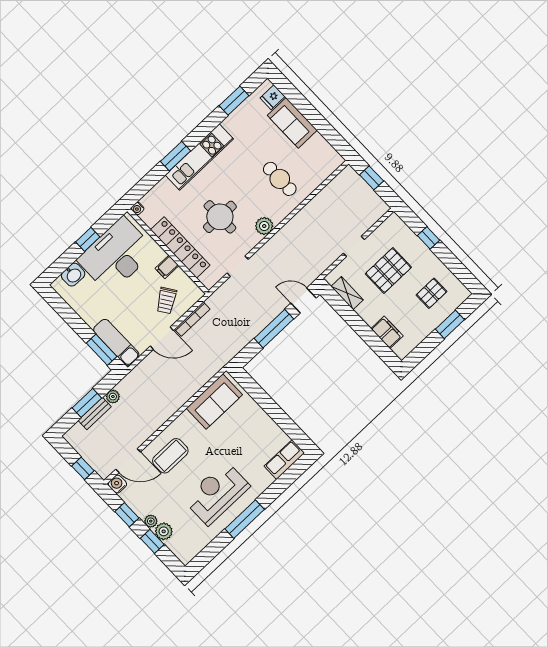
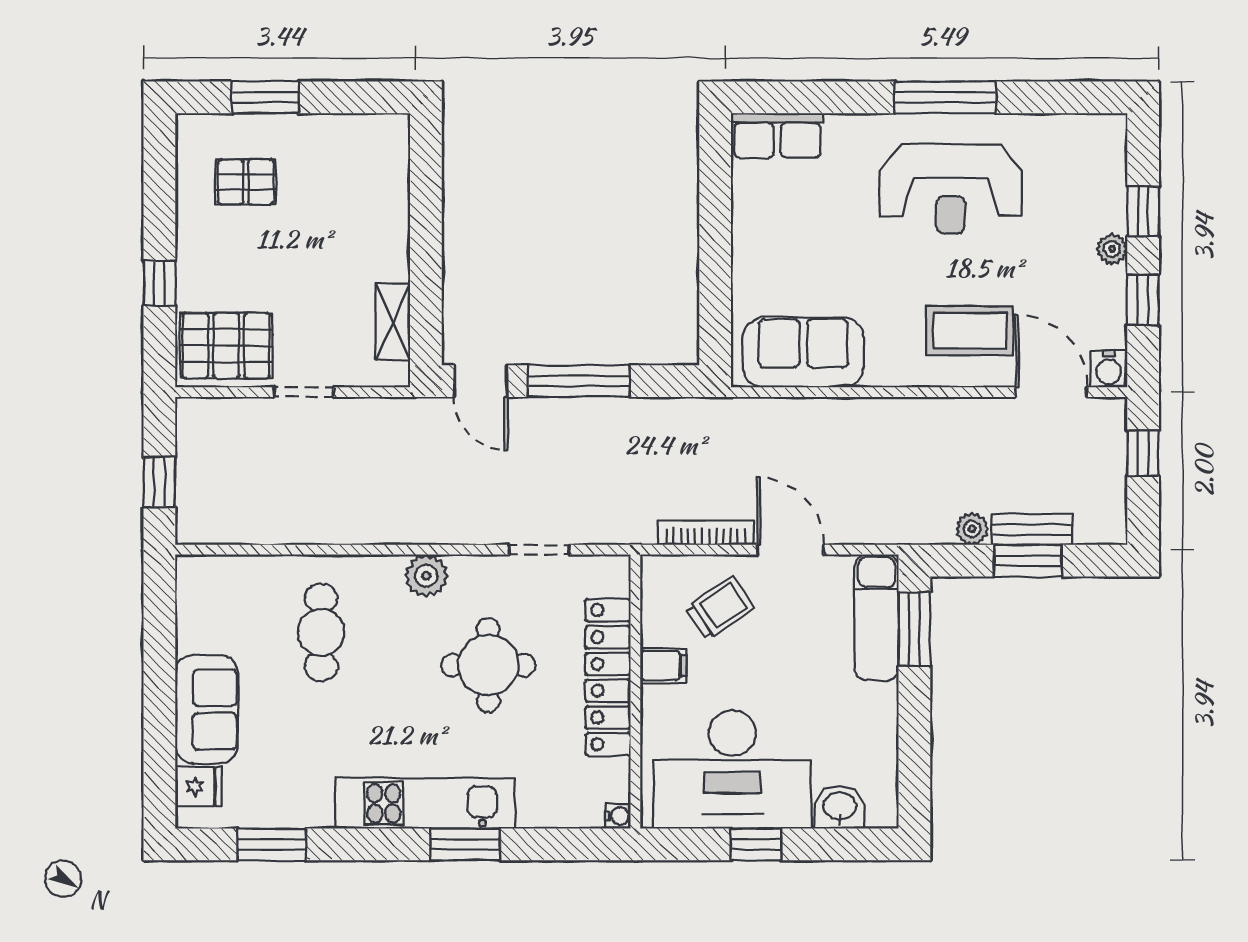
pallet: (388, 270) -> (226, 346), moved
filing cabinet: (387, 332) -> (388, 187), removed
plant: (164, 531) -> (1107, 210), removed

